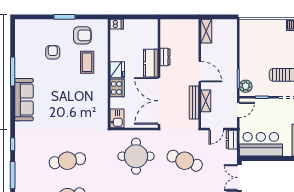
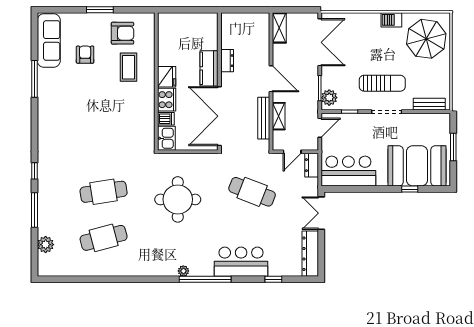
dishwasher: (117, 24) -> (166, 119), moved
double door: (238, 43) -> (320, 42), added
sofa: (24, 100) -> (49, 40), moved
round table: (136, 156) -> (178, 199), moved

